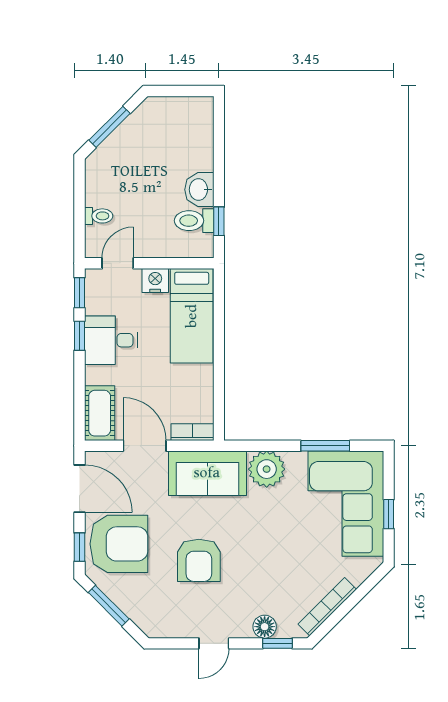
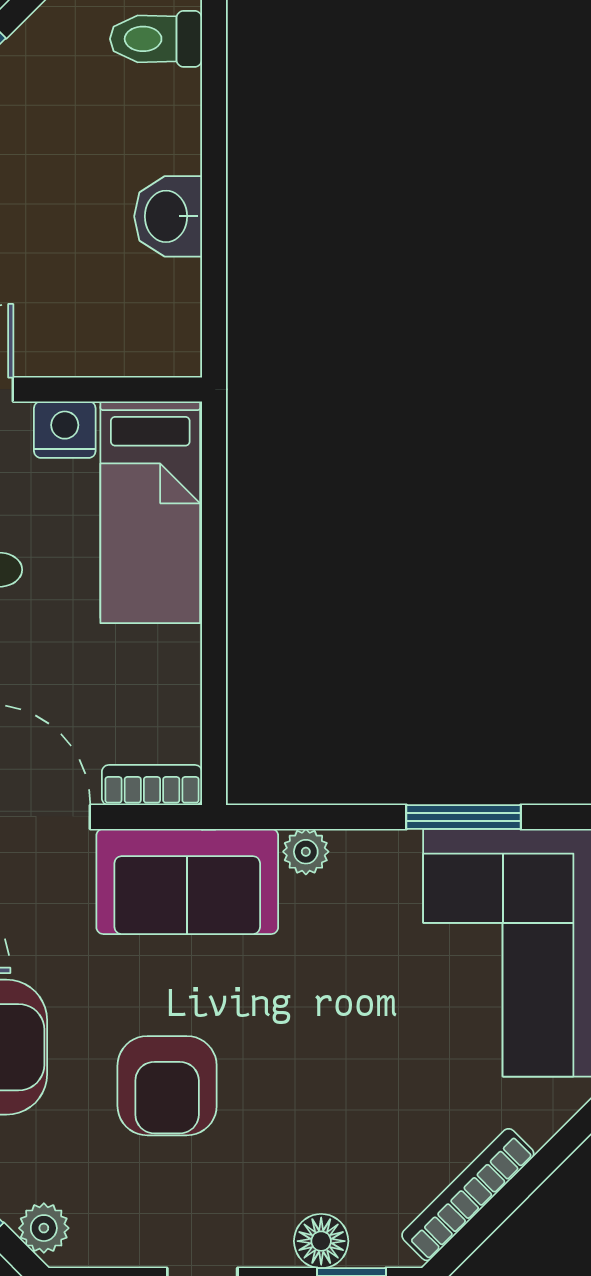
toilet: (194, 221) -> (156, 39), moved
window: (219, 221) -> (214, 291), removed
plant: (267, 469) -> (306, 852), width x0.53, depth x0.53
plant: (146, 621) -> (44, 1228), added

